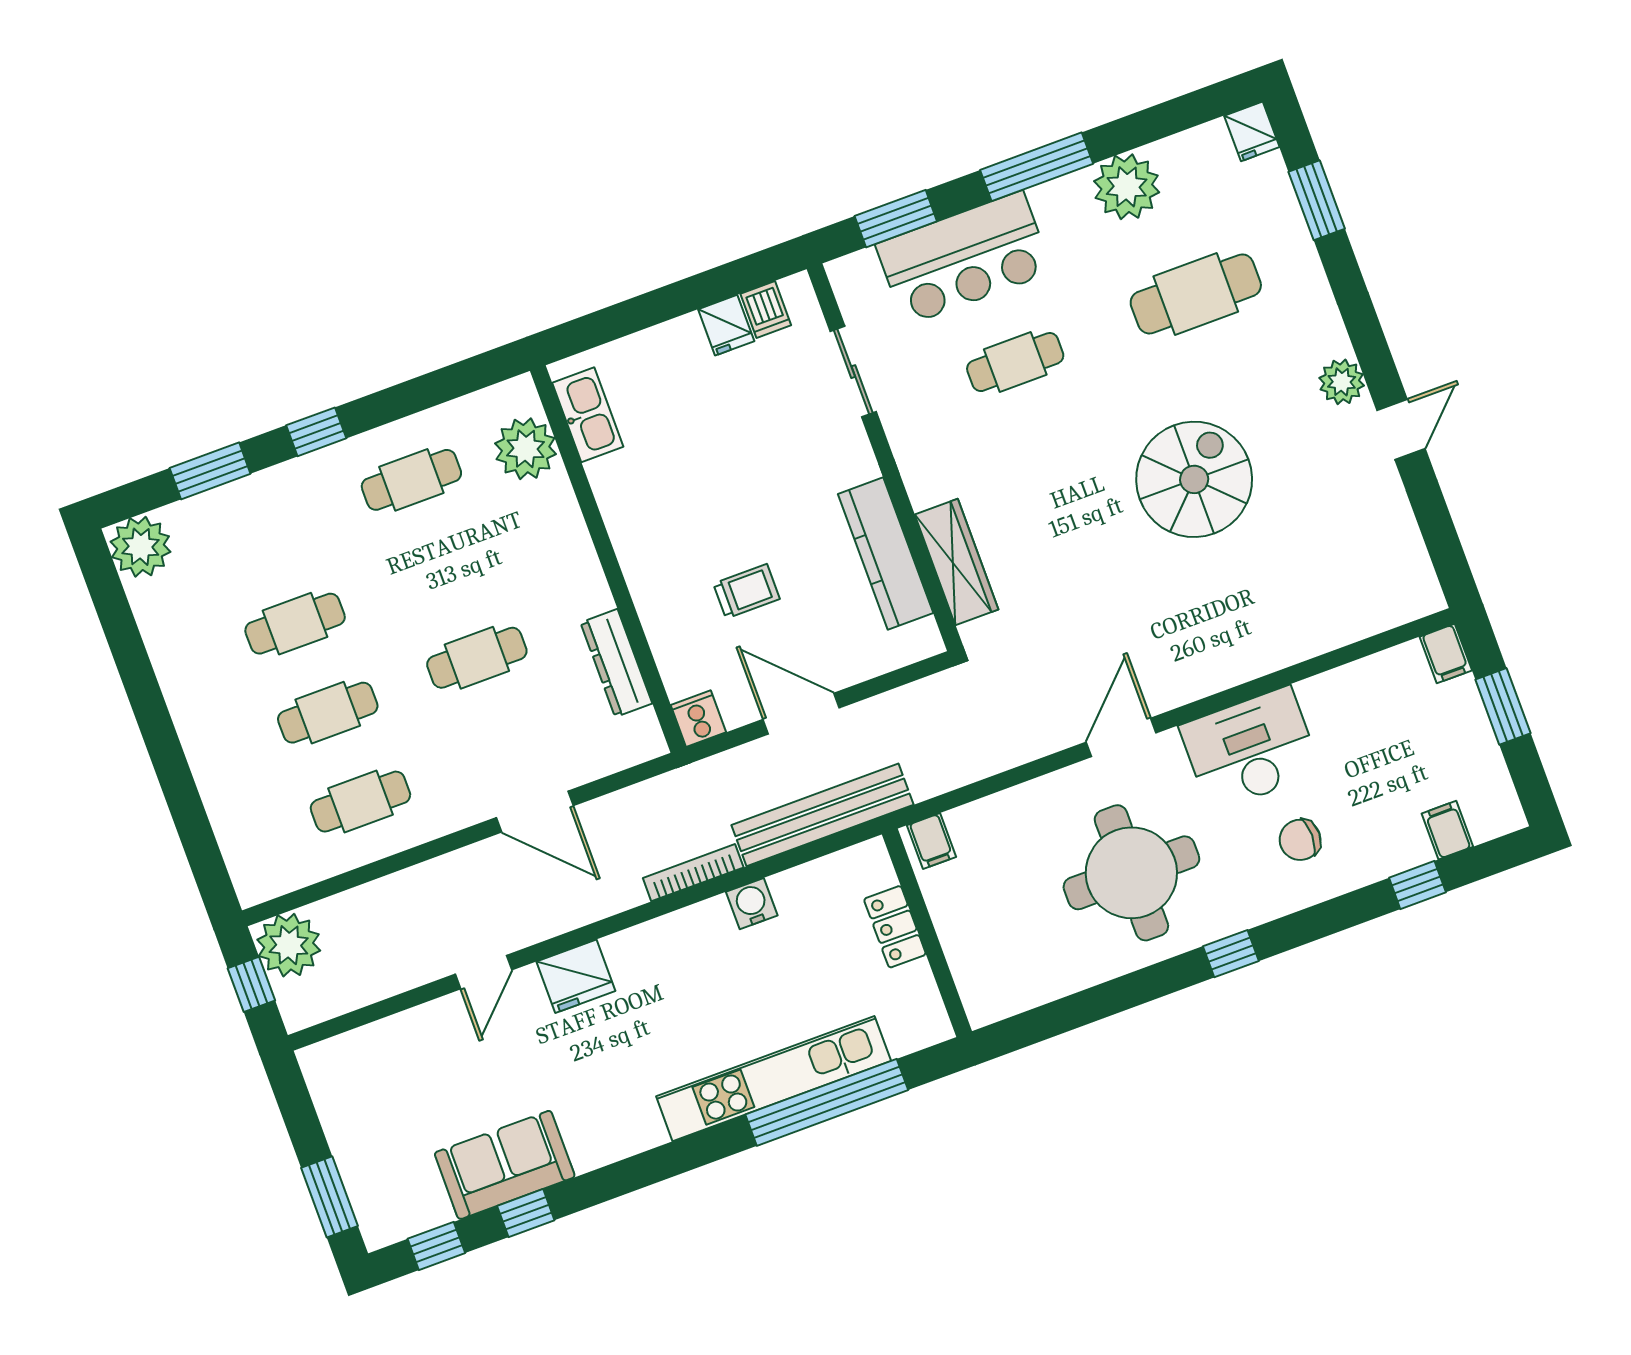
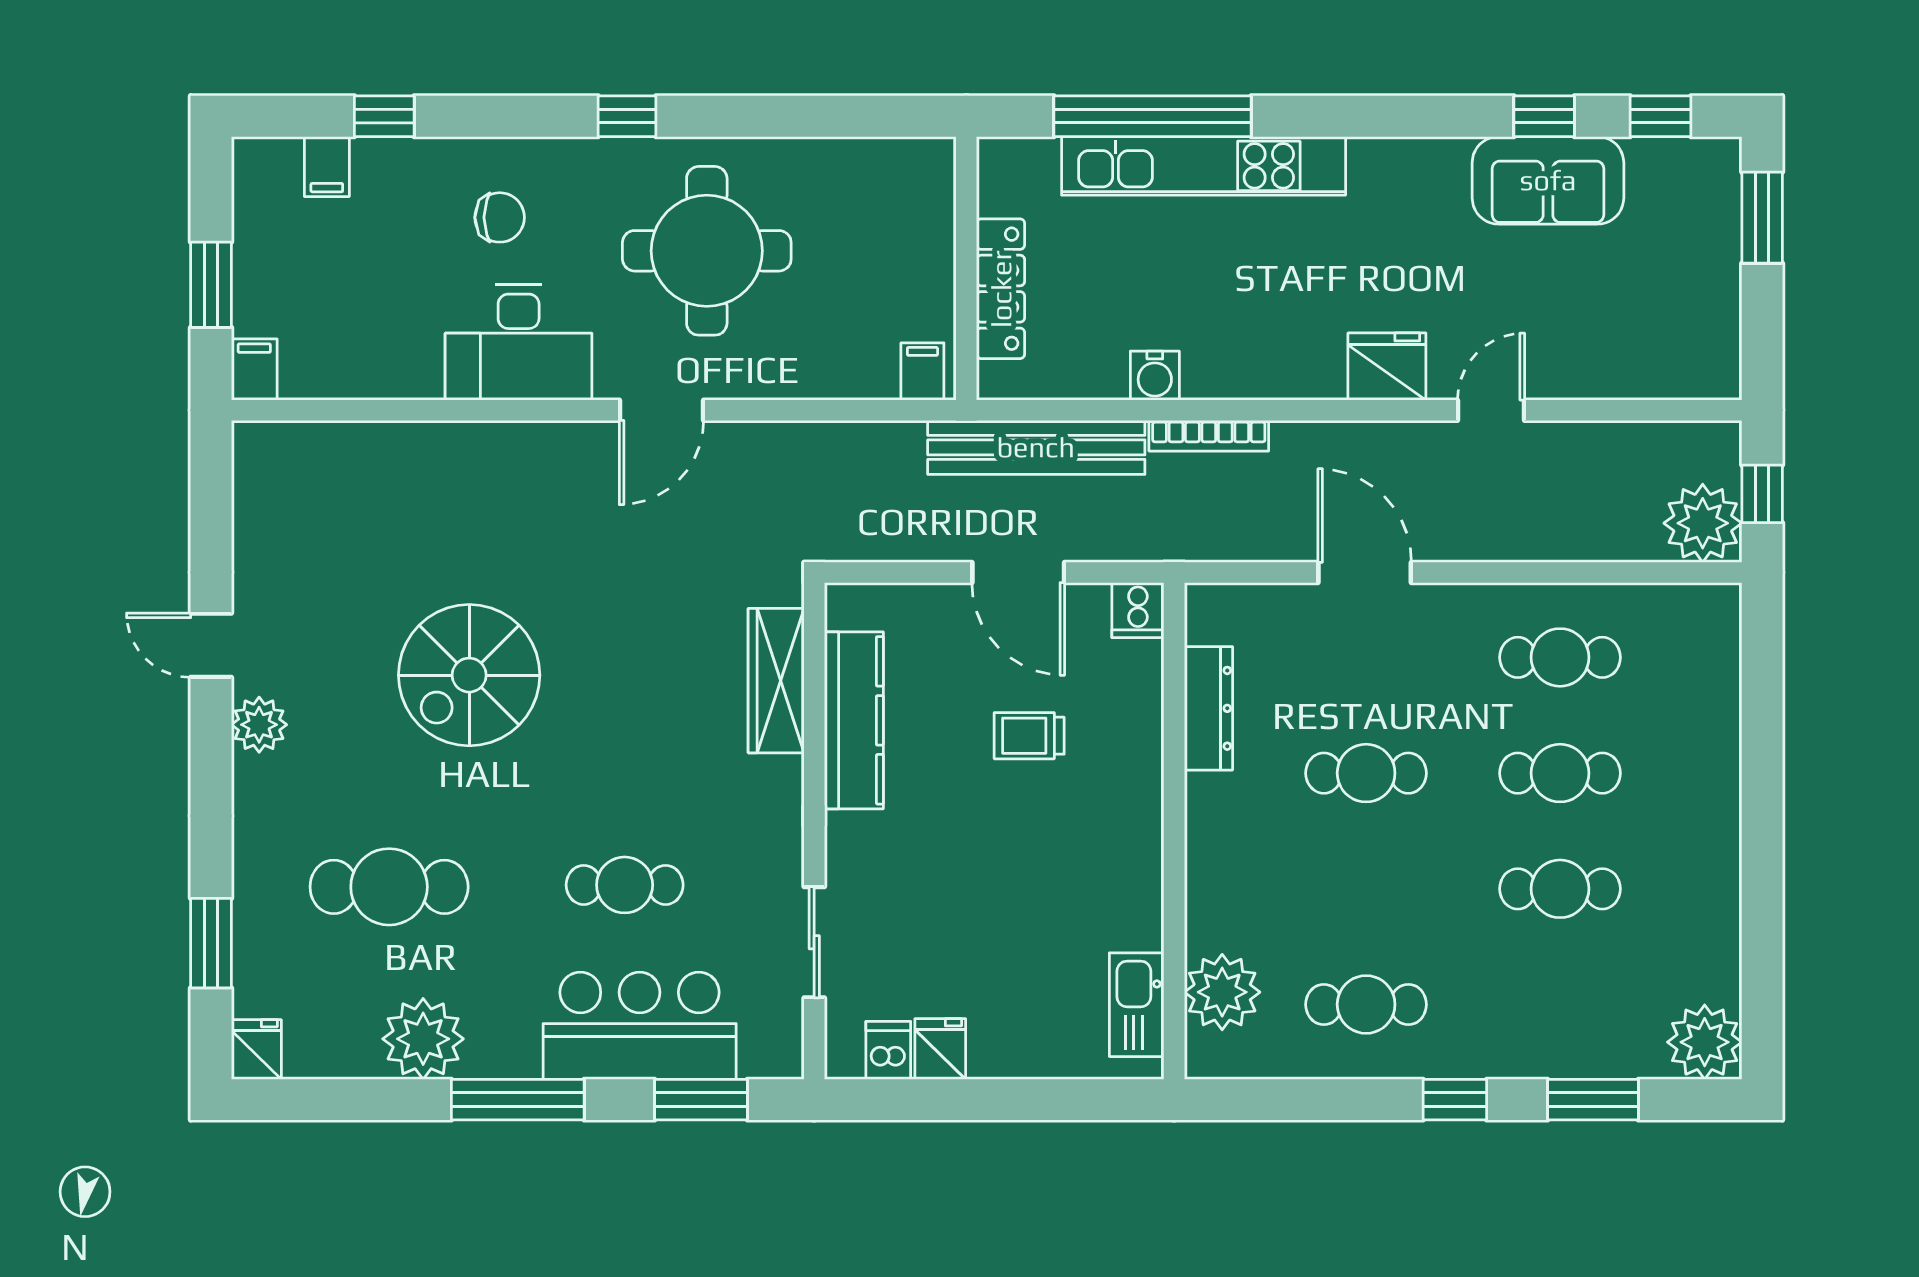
door: (1401, 429) -> (211, 645), hinge flipped
locker: (895, 927) -> (1001, 289), width x1.53

